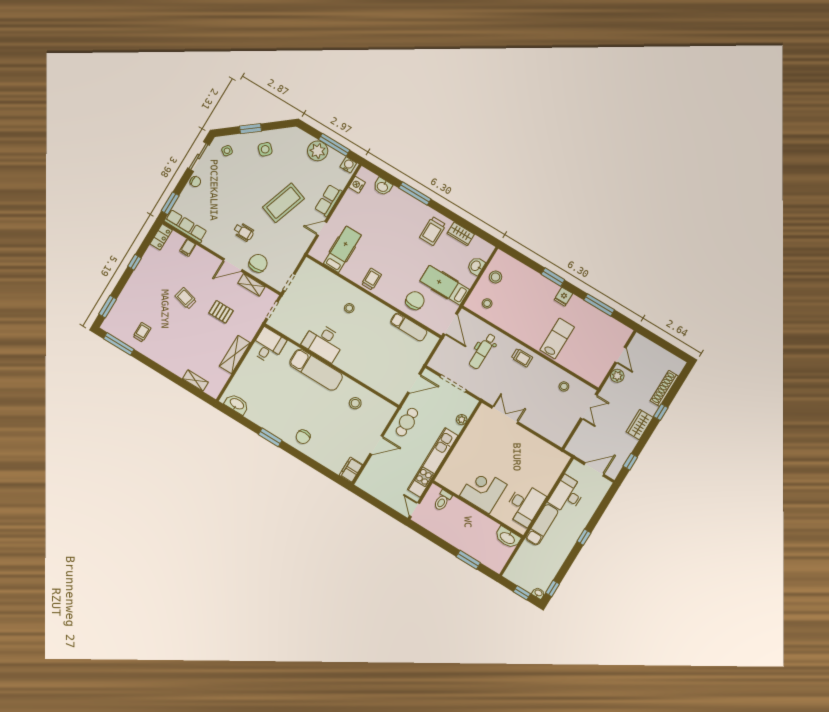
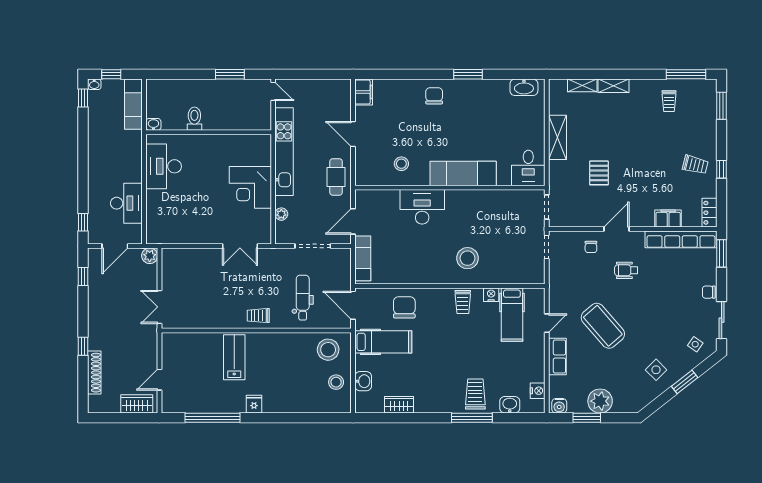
window: (334, 145) -> (587, 418), width x0.69
coffee table: (283, 203) -> (603, 326), turned -60
row of seats: (186, 226) -> (681, 239), width x1.36
trolley: (433, 231) -> (475, 394), moved
filing cabinet: (188, 248) -> (668, 219), width x2.00
chair: (258, 263) -> (591, 247), width x0.54, depth x0.54
nightstand: (348, 272) -> (491, 295), added
window: (553, 277) -> (277, 418), removed
shelving: (251, 285) -> (614, 86), moved
trolley: (186, 298) -> (695, 165), moved
chair: (415, 301) -> (404, 307), turned 180
stool: (487, 303) -> (328, 350), width x1.89, depth x1.89
window: (599, 305) -> (212, 418), width x1.46
stool: (349, 308) -> (468, 258), width x1.89, depth x1.89
pallet: (221, 312) -> (599, 173), turned 90
exam couch: (409, 327) -> (363, 258), moved, turned 90
lab bench: (557, 339) -> (234, 357), turned 180
desk: (323, 342) -> (422, 207), moved
door: (620, 355) -> (159, 380), hinge flipped
plant: (617, 376) -> (150, 256), moved
stool: (564, 386) -> (197, 312), removed
wardrobe: (640, 425) -> (137, 404), moved, turned -90
door: (376, 445) -> (353, 134), hinge flipped
corner desk: (483, 490) -> (250, 187), moved, turned 90
toilet: (443, 501) -> (194, 119), moved
exam couch: (542, 525) -> (133, 104), moved
window: (584, 537) -> (83, 222), moved
washbasin: (508, 538) -> (153, 124), width x0.52, depth x0.69
window: (468, 560) -> (230, 74), moved

